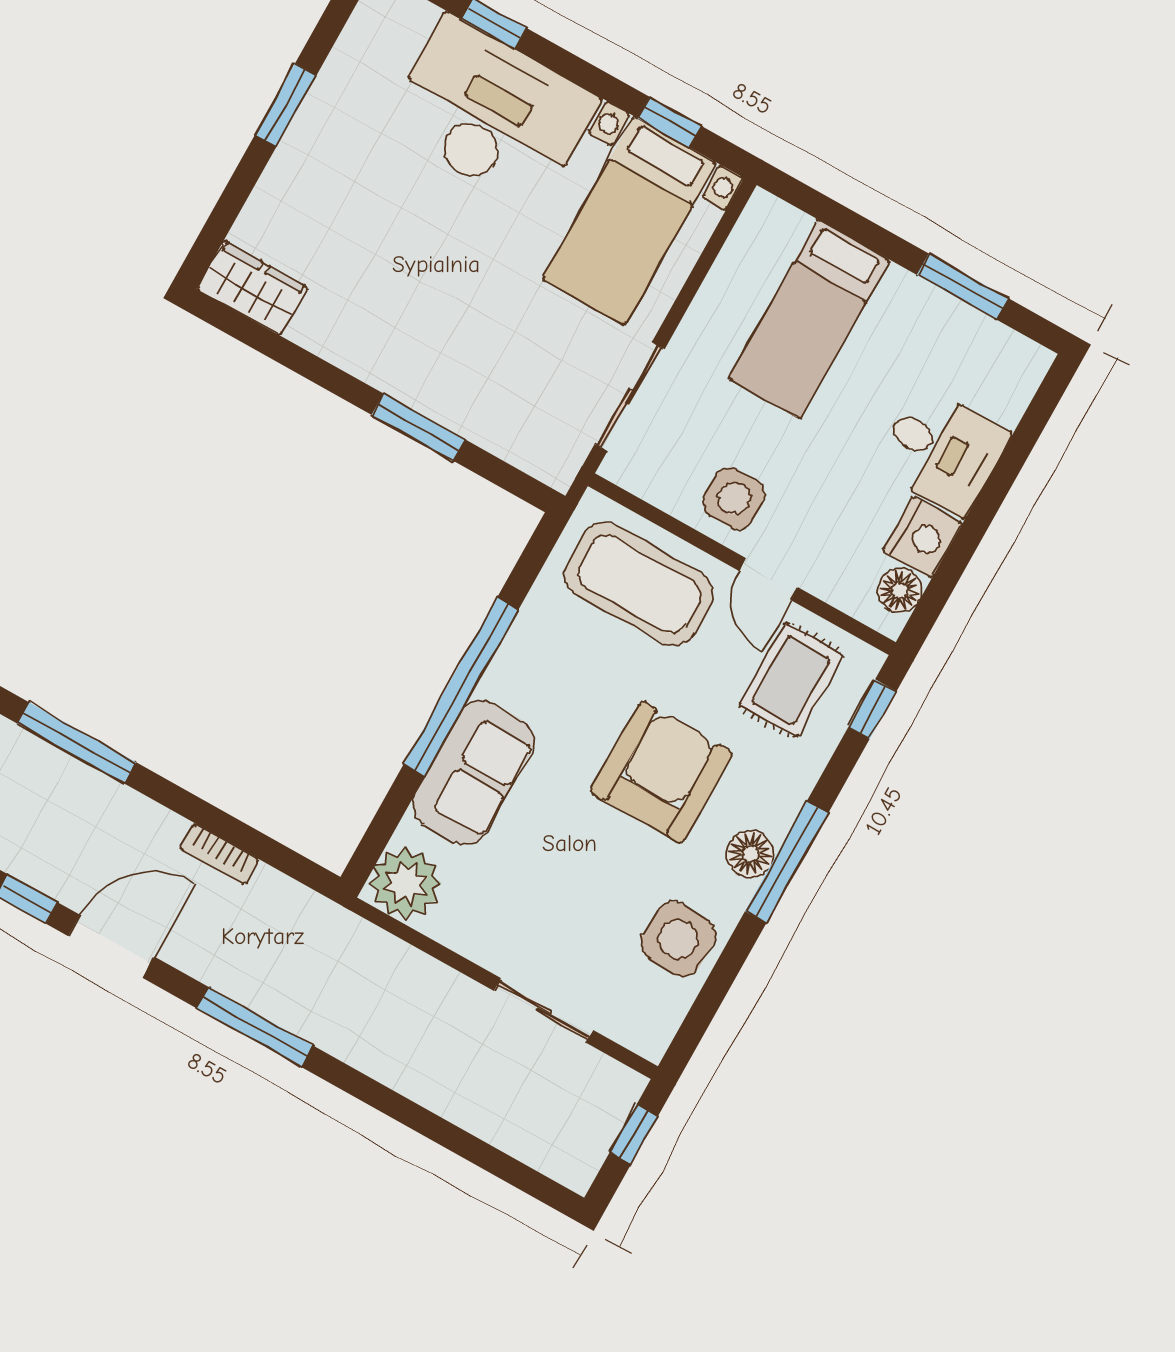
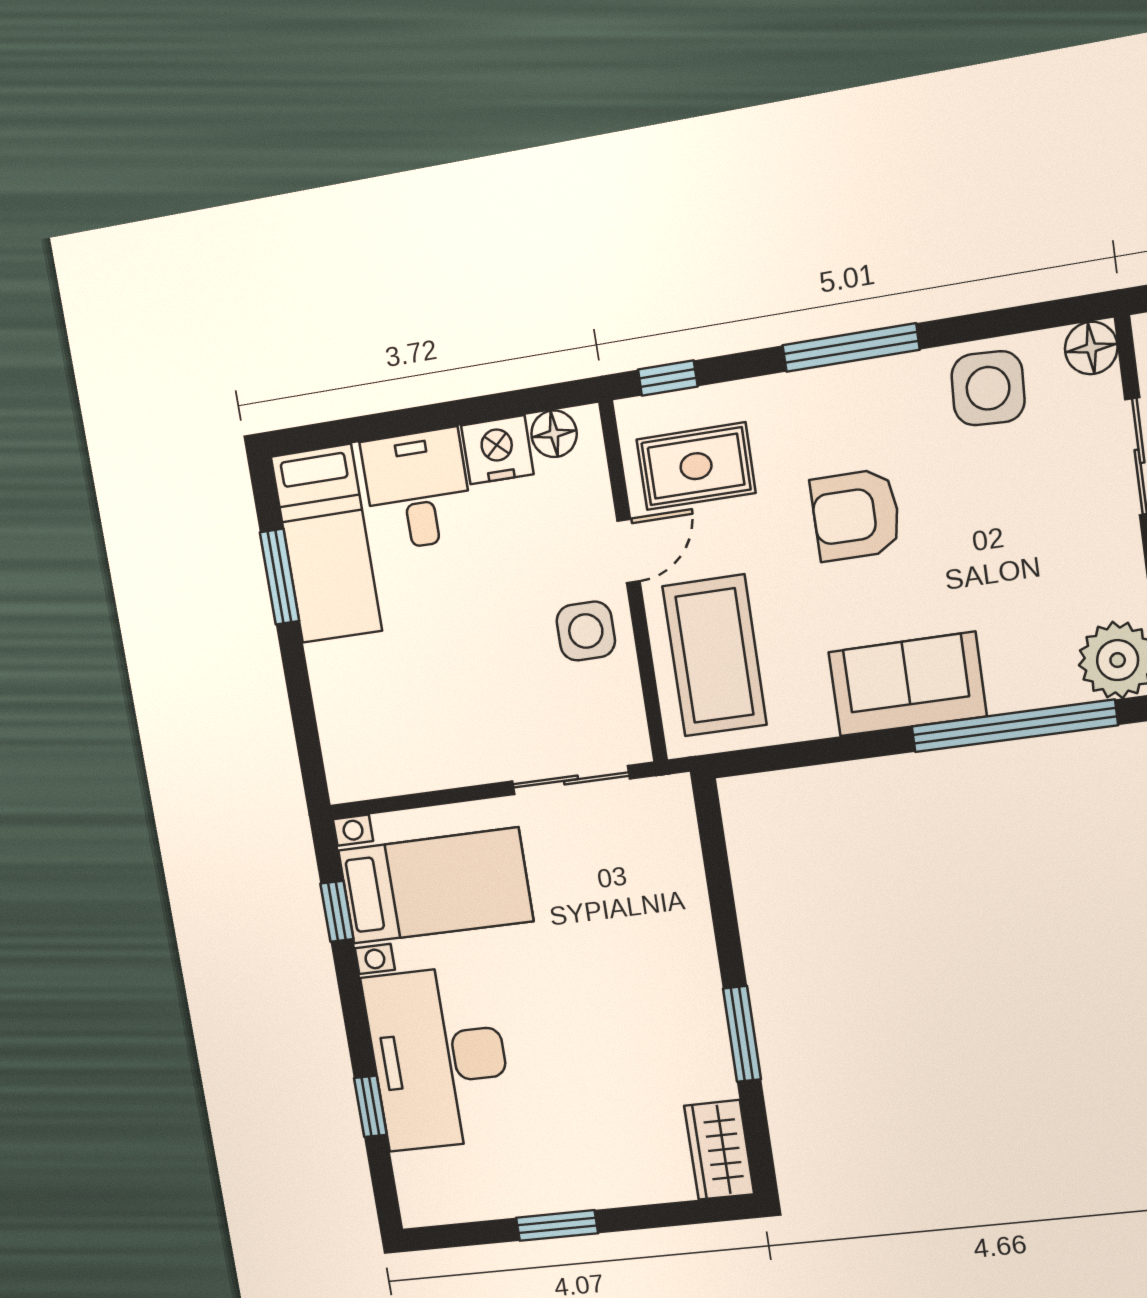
bed: (809, 319) -> (327, 544), moved, turned 90
window: (418, 427) -> (742, 1034), moved
window: (461, 687) -> (1014, 726), moved
armchair: (661, 772) -> (856, 515), width x0.73, depth x0.73
sofa: (473, 773) -> (907, 684), moved
floor lamp: (750, 854) -> (1091, 348), moved

